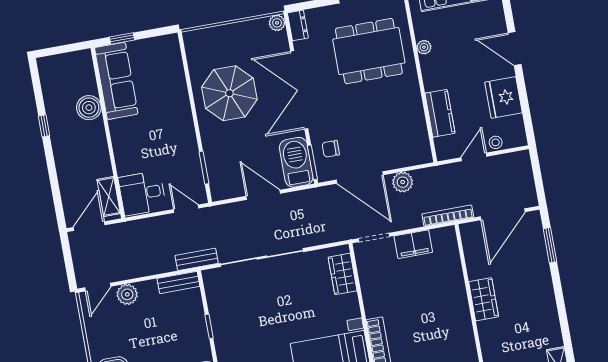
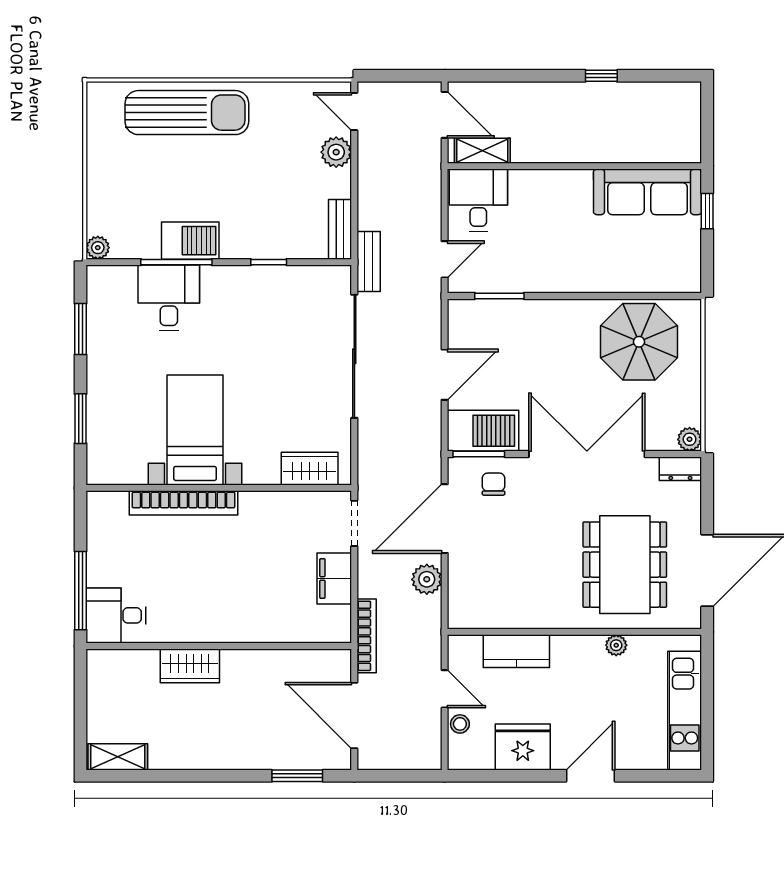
parasol: (229, 93) -> (639, 342), moved
boiler: (89, 108) -> (616, 145), removed
wardrobe: (484, 299) -> (190, 666), moved

